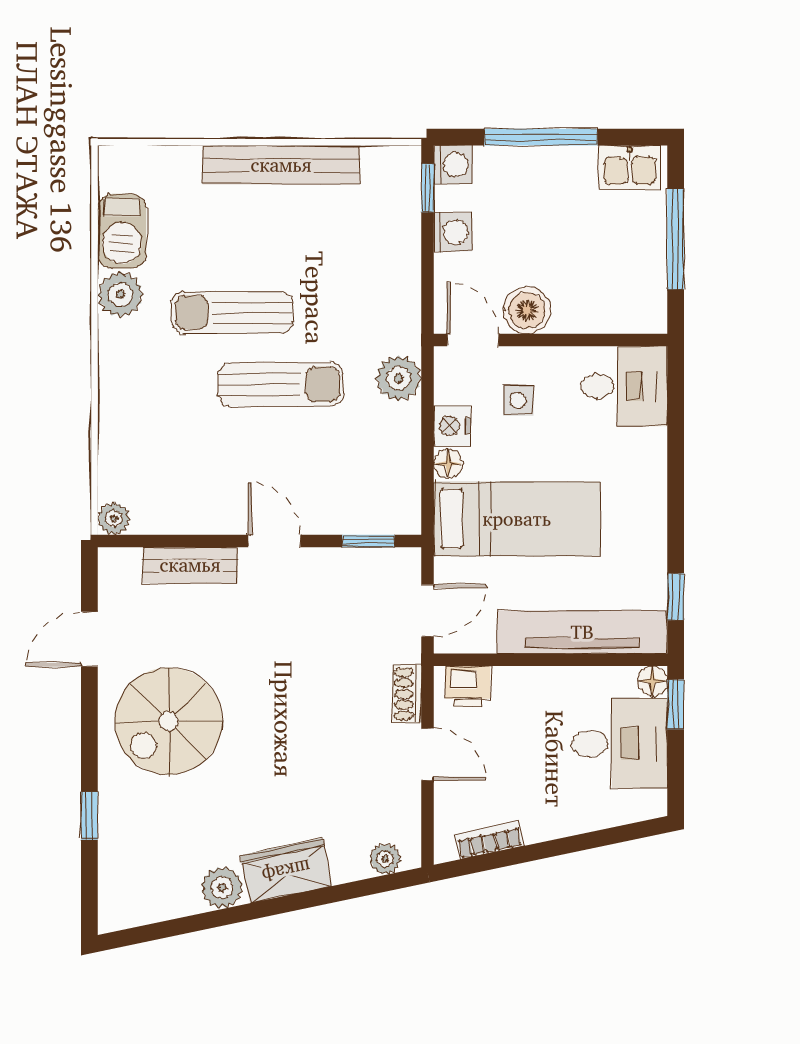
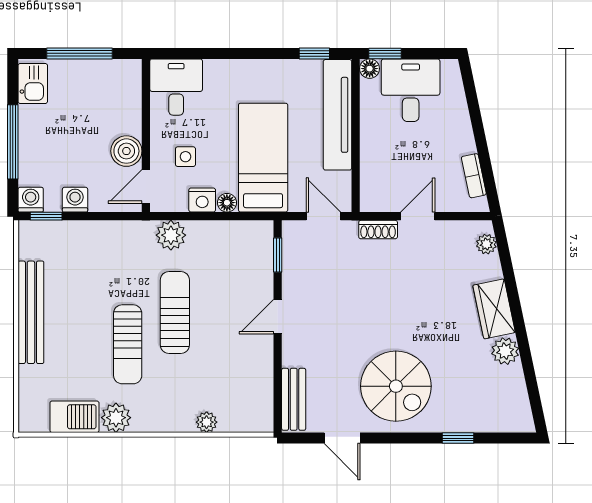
plant: (114, 519) -> (207, 422), moved
bench: (190, 565) -> (294, 399), moved
printer: (468, 686) -> (373, 190), removed

